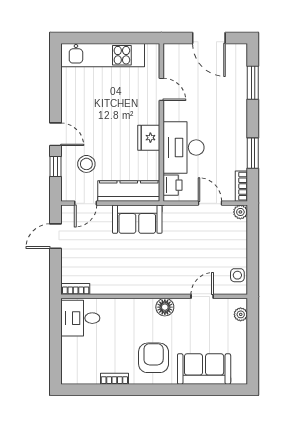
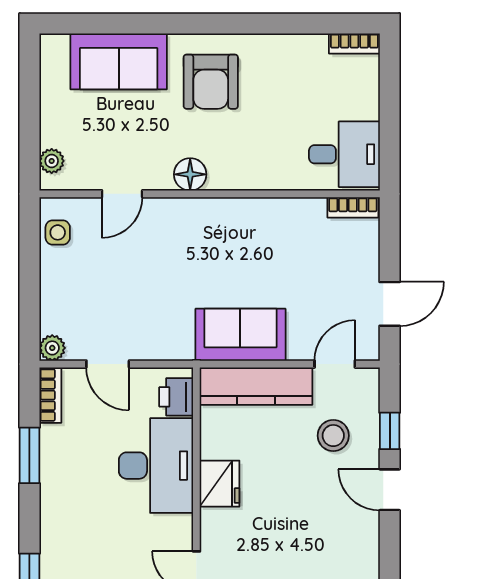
bookcase: (114, 379) -> (354, 44), moved

